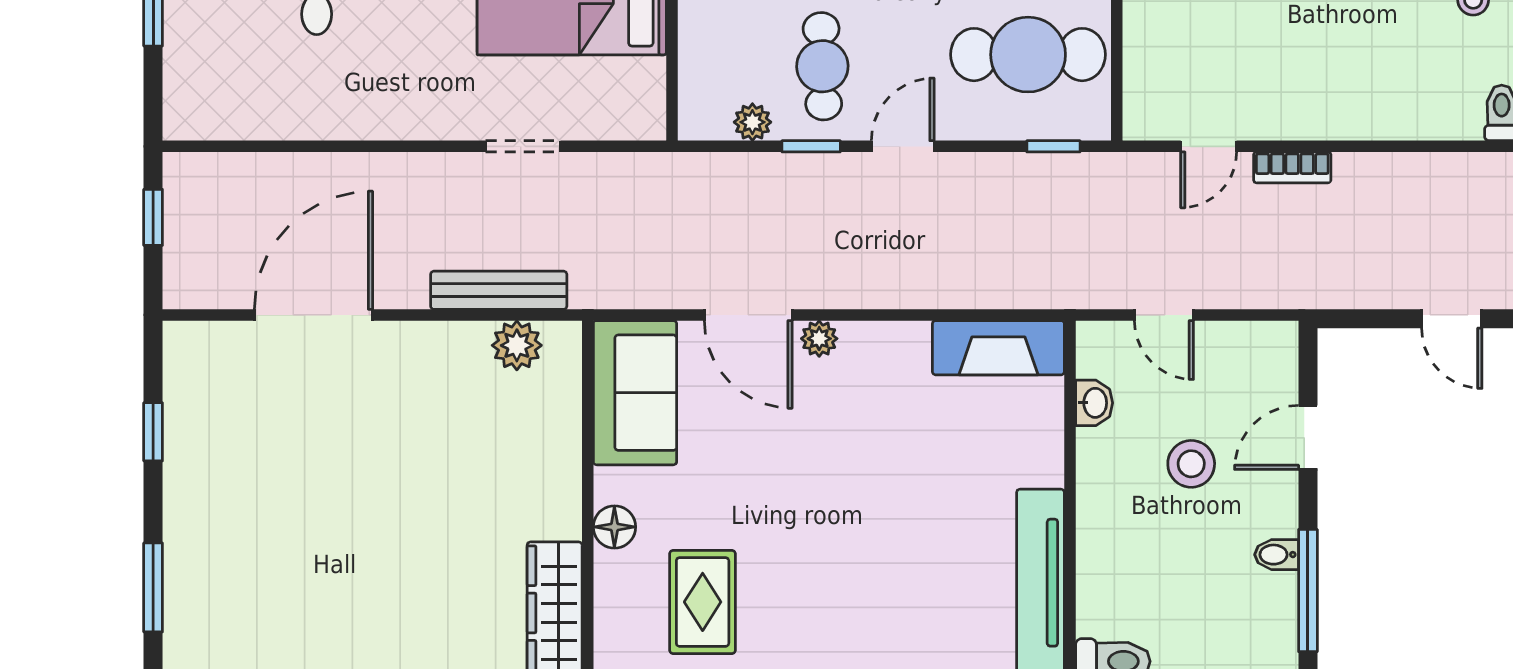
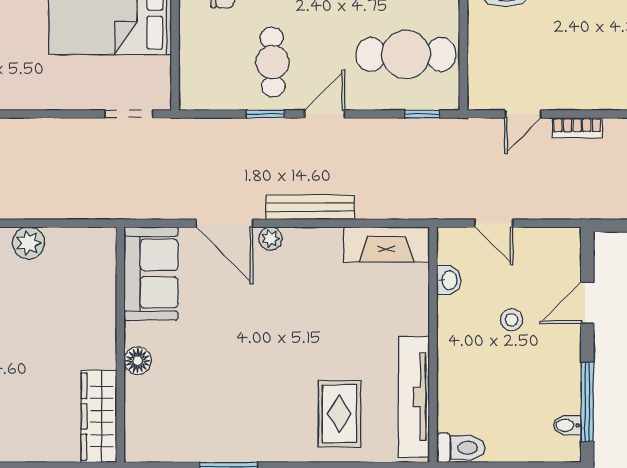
plant: (752, 122) -> (227, 98), removed
doorway: (523, 146) -> (129, 114), moved
bench: (499, 290) -> (310, 207), moved
plant: (517, 345) -> (29, 243), moved
stool: (1191, 464) -> (512, 320), width x0.73, depth x0.73
bidet: (1277, 555) -> (567, 425), moved
rug: (703, 602) -> (339, 414), moved

